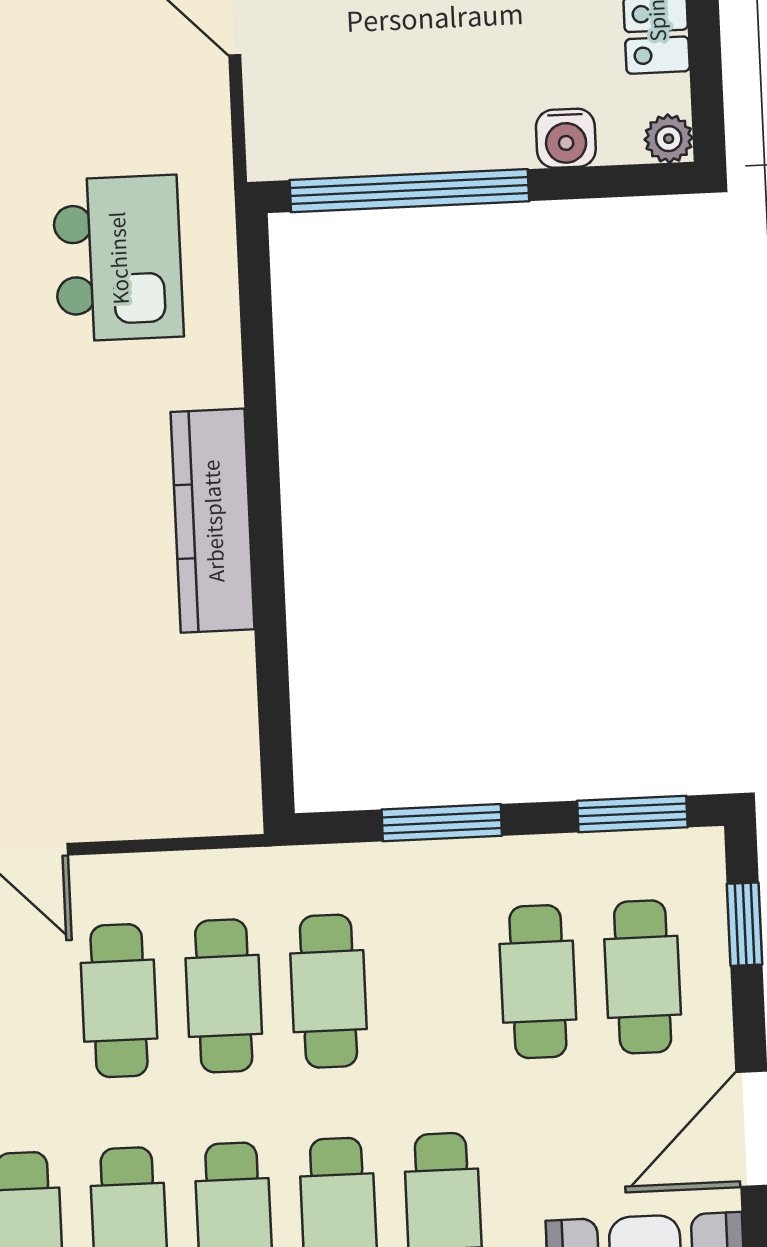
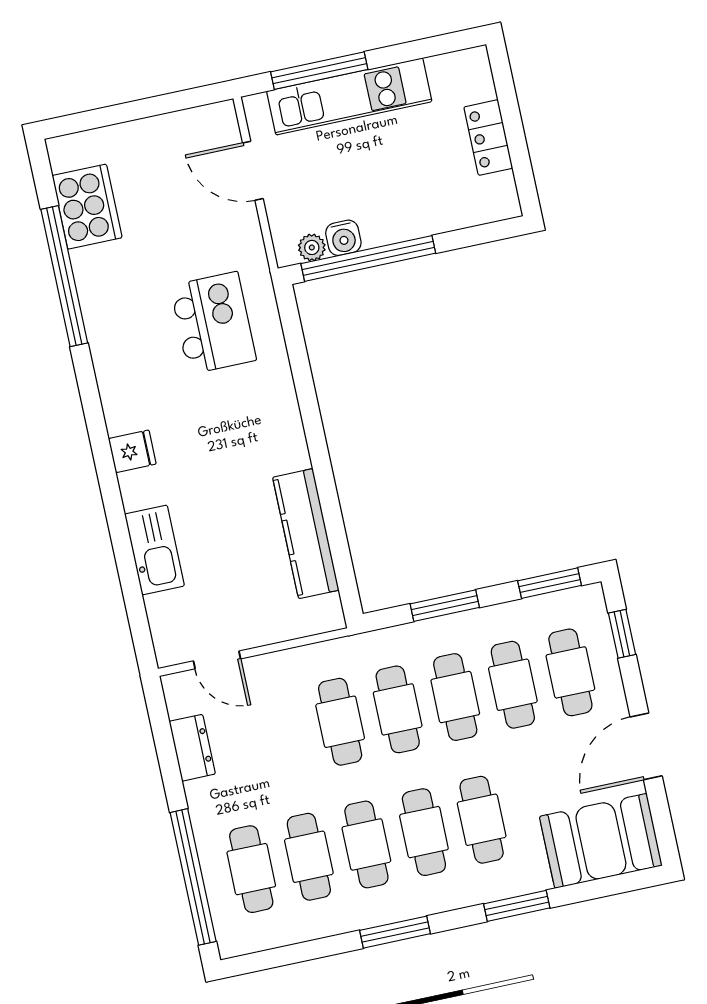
water cooler: (566, 138) -> (343, 238), moved
plant: (669, 139) -> (312, 247), moved
kitchen counter: (213, 521) -> (306, 534), moved
cafe table: (119, 1001) -> (455, 697), moved

